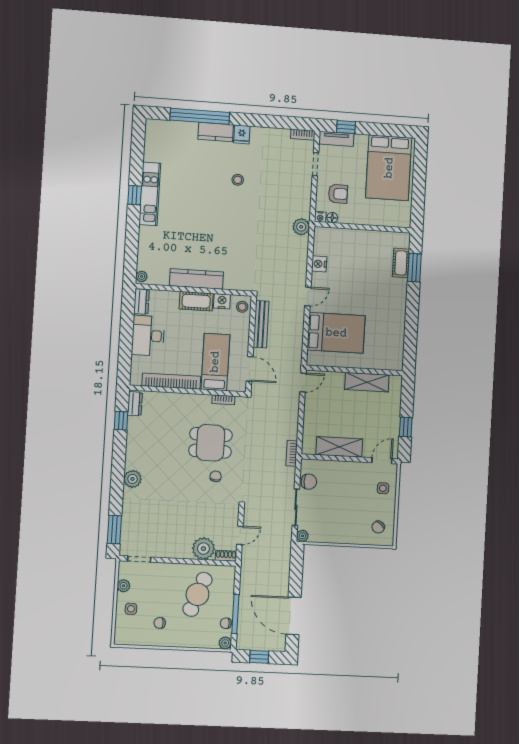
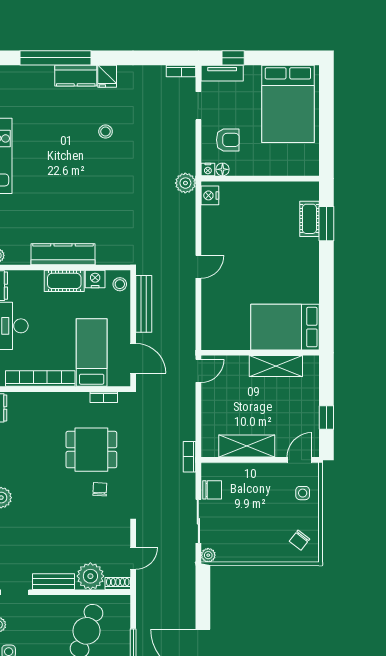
nightstand: (319, 264) -> (210, 195), moved
bed: (336, 333) -> (285, 327), moved, turned 180
bench: (172, 552) -> (54, 582), added

